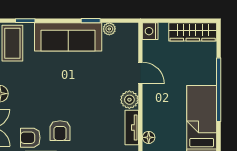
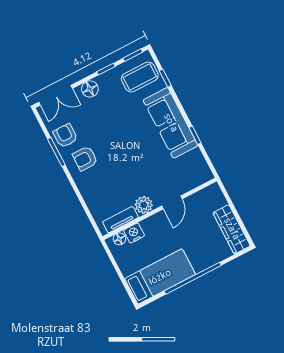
plant: (109, 29) -> (196, 155), removed
nightstand: (150, 31) -> (134, 233), moved

